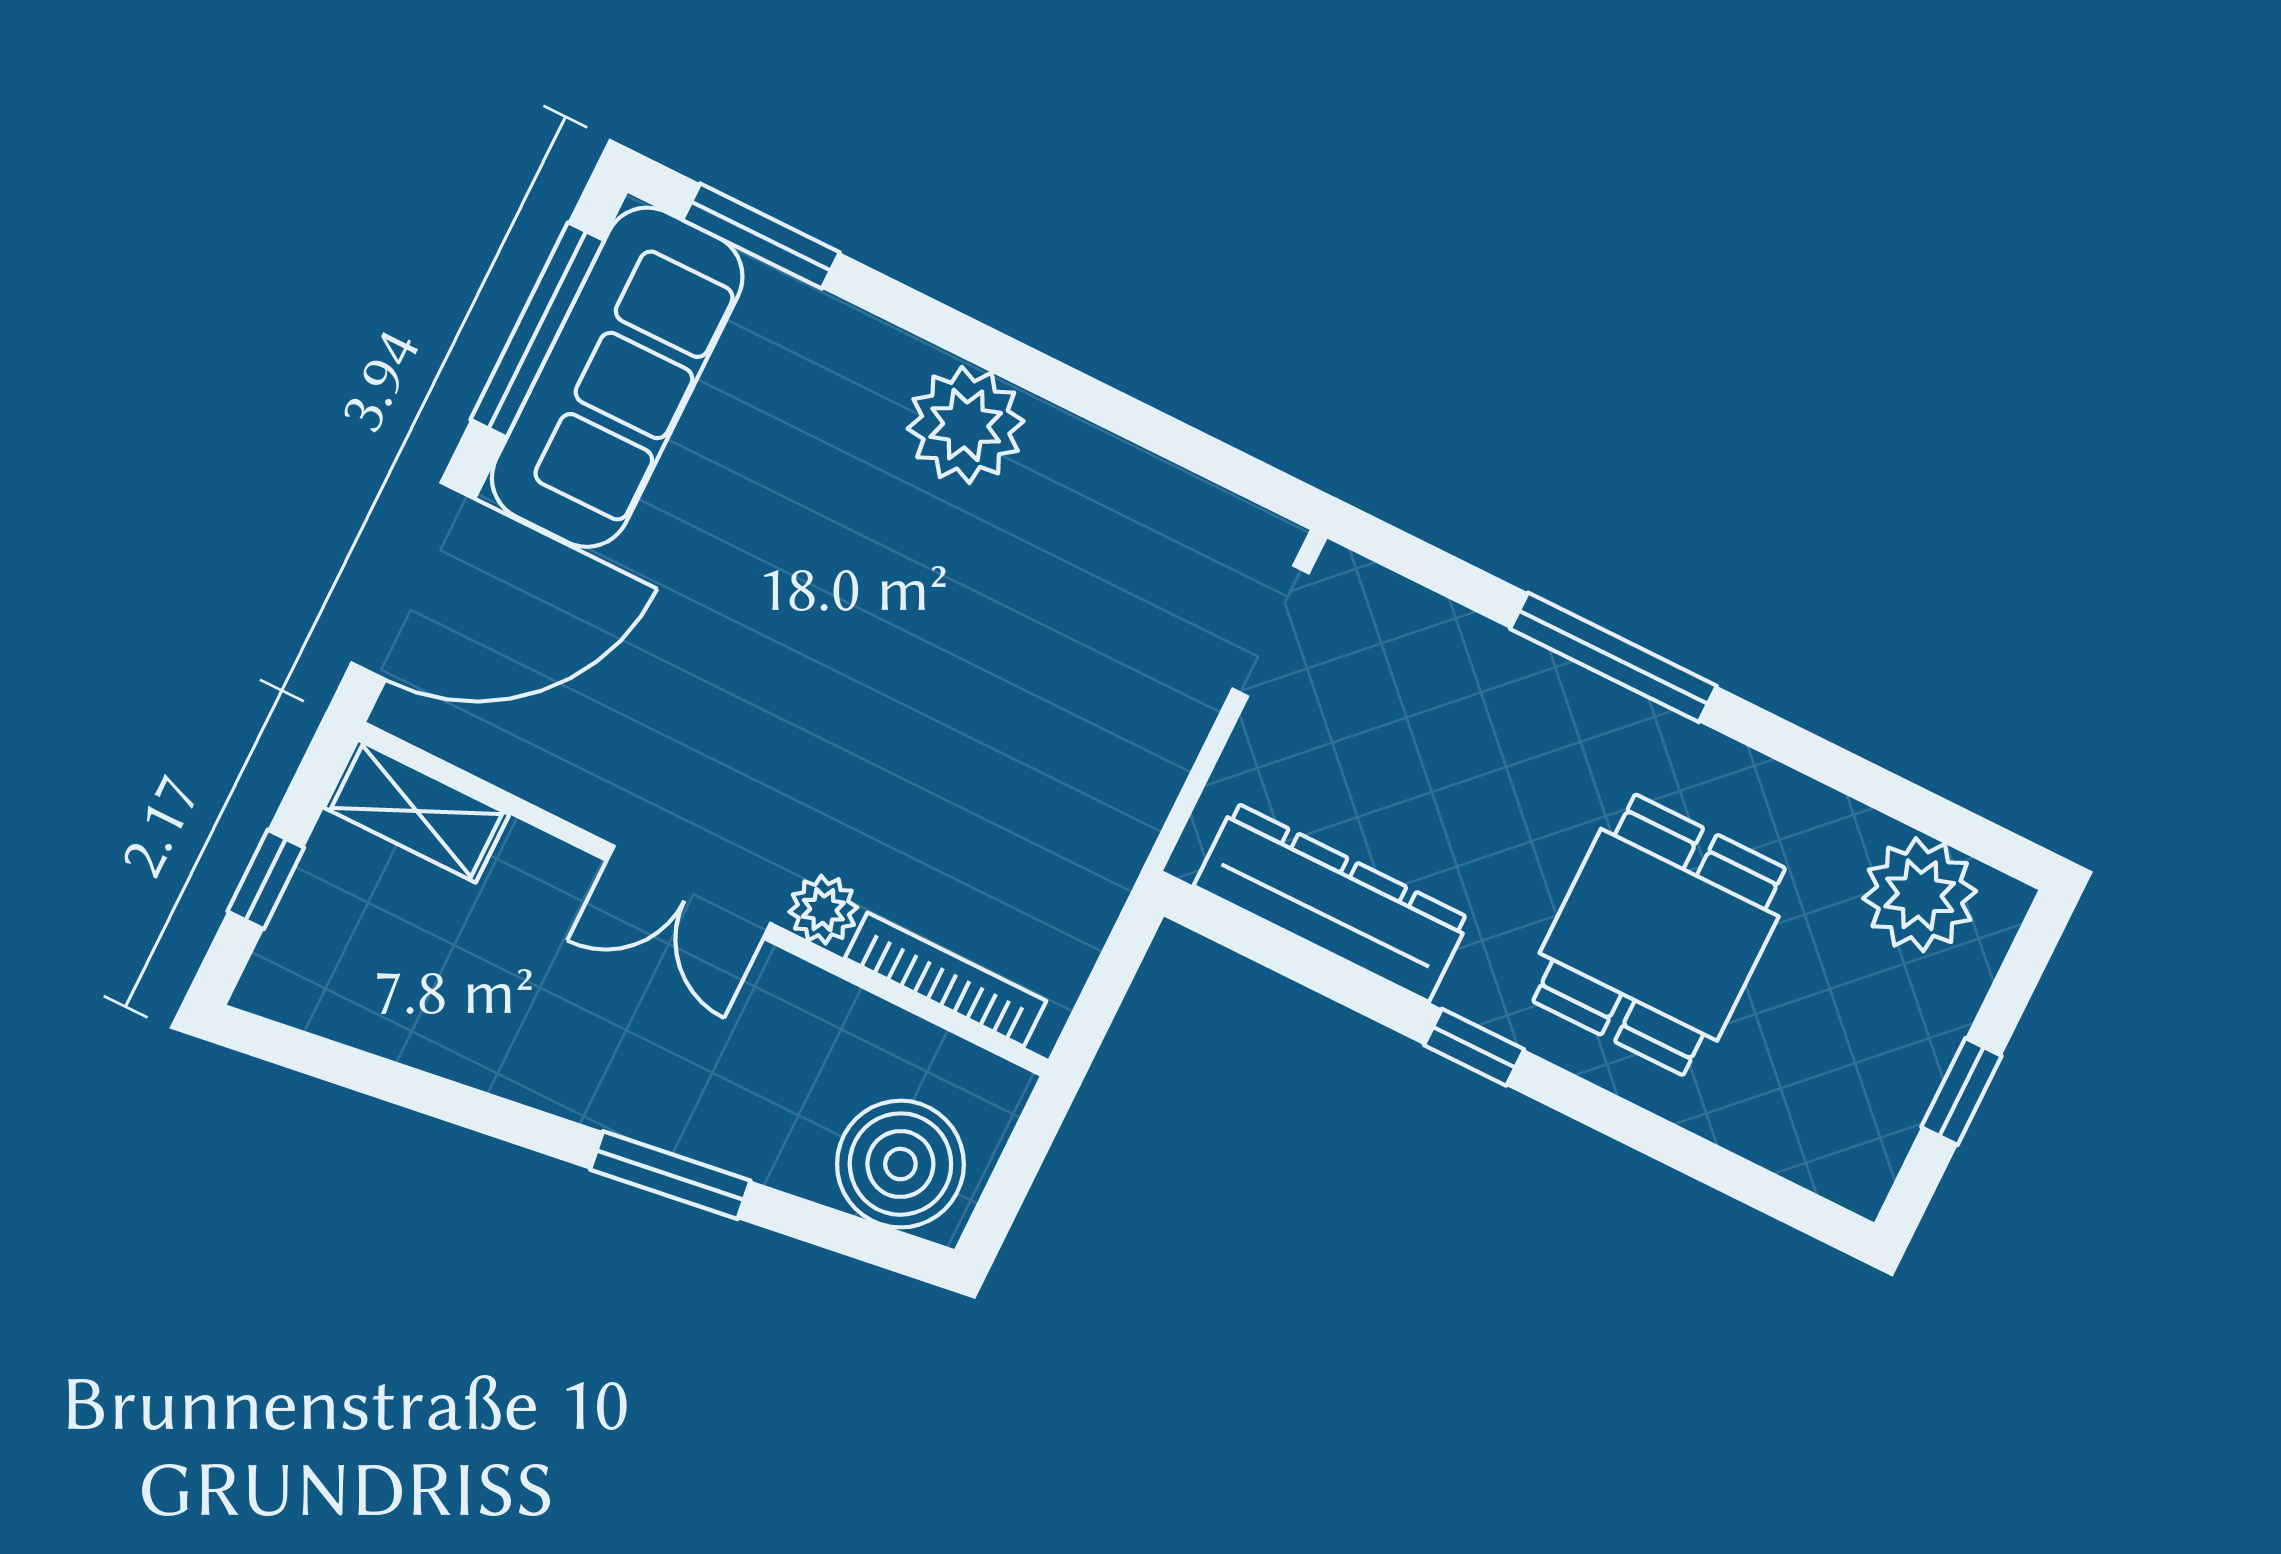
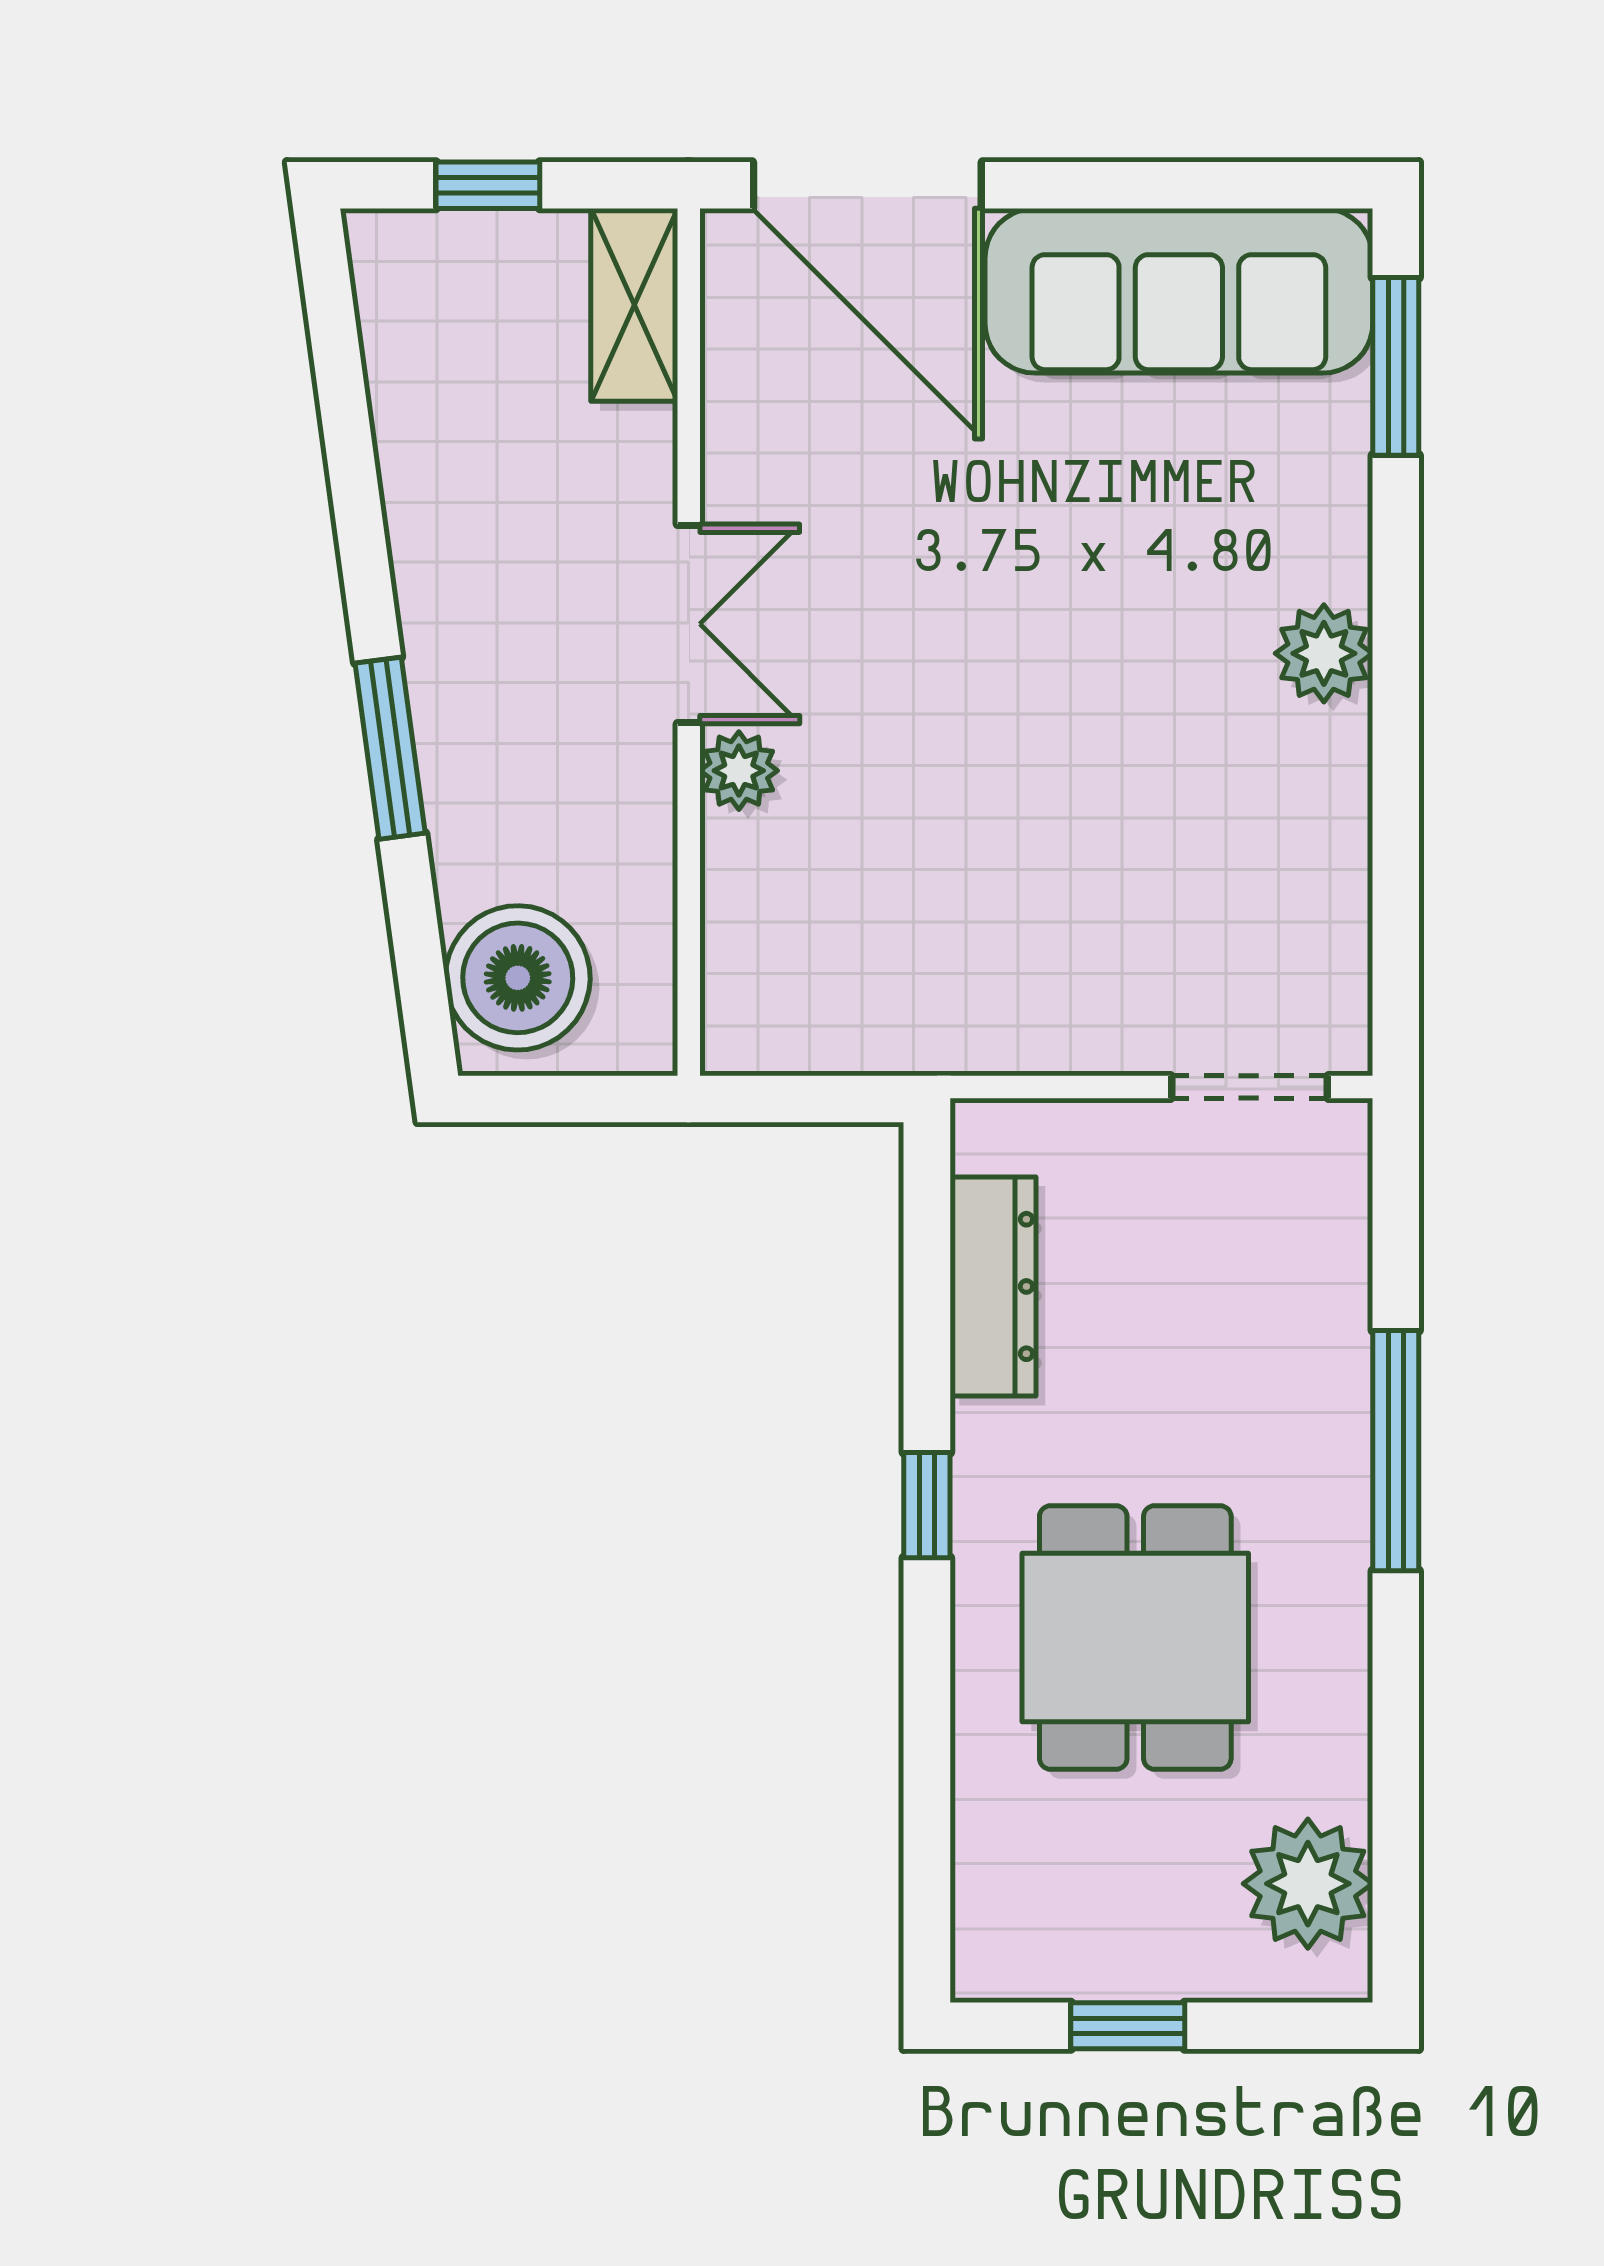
window: (537, 330) -> (1187, 185), removed
plant: (966, 425) -> (1324, 653), width x0.73, depth x0.73
double door: (689, 892) -> (689, 624), swing flipped
dresser: (1332, 902) -> (993, 1286), width x0.73, depth x0.80
dining table: (1659, 935) -> (1135, 1637), turned 90
bookcase: (946, 980) -> (729, 931), removed

